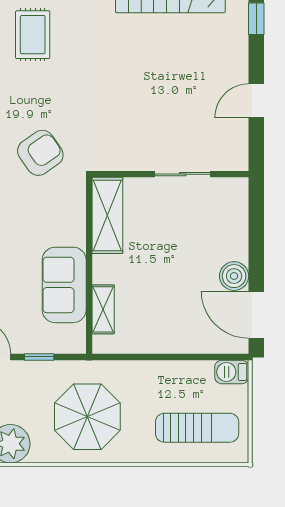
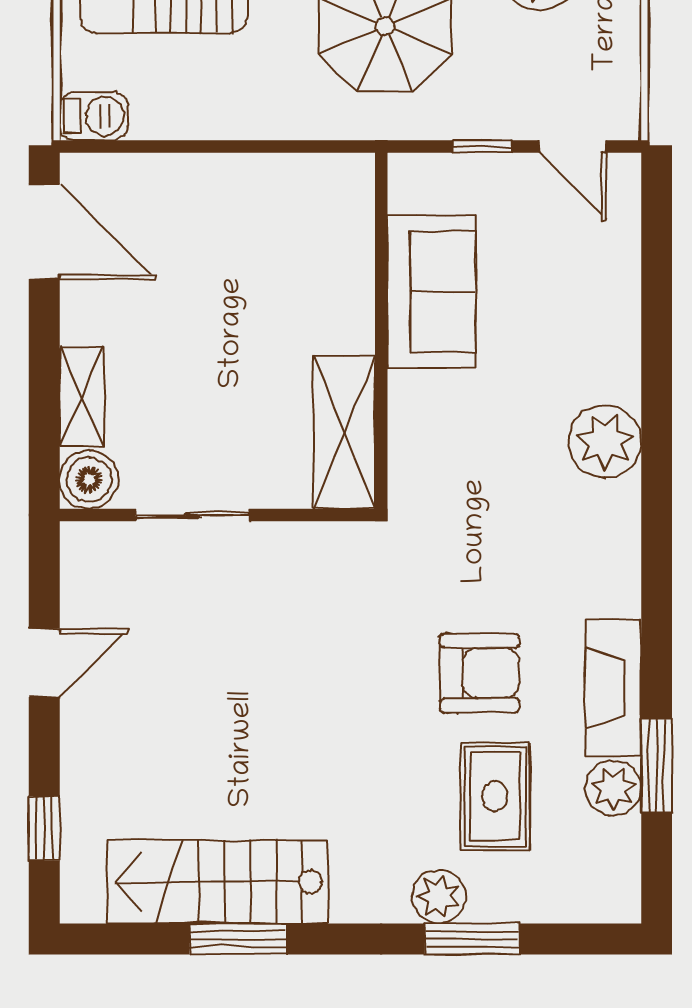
armchair: (40, 153) -> (480, 673), moved, turned -145
boiler: (234, 276) -> (89, 480), moved
shelving: (103, 309) -> (82, 397), moved

